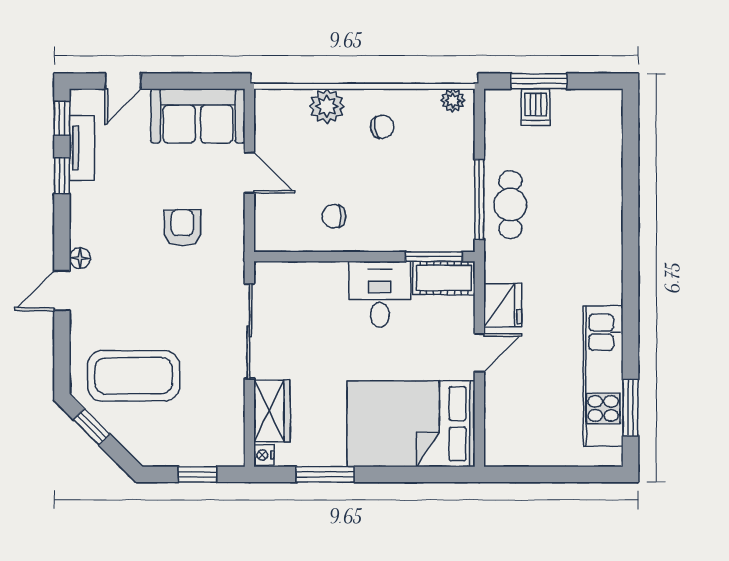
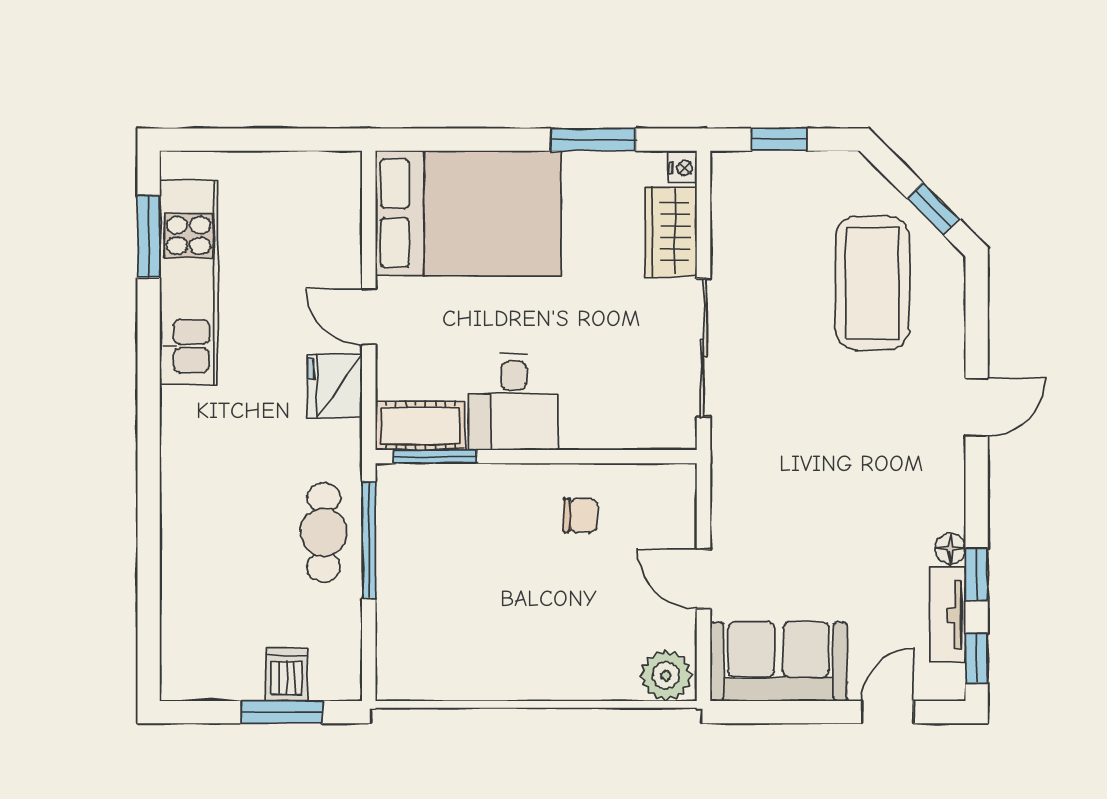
plant: (453, 100) -> (407, 684), removed
plant: (327, 106) -> (666, 675), moved
chair: (382, 127) -> (510, 646), removed
armchair: (182, 228) -> (801, 499), removed
floor lamp: (80, 258) -> (950, 549), moved
door: (479, 353) -> (369, 317), hinge flipped
coffee table: (134, 376) -> (872, 283), turned 90

